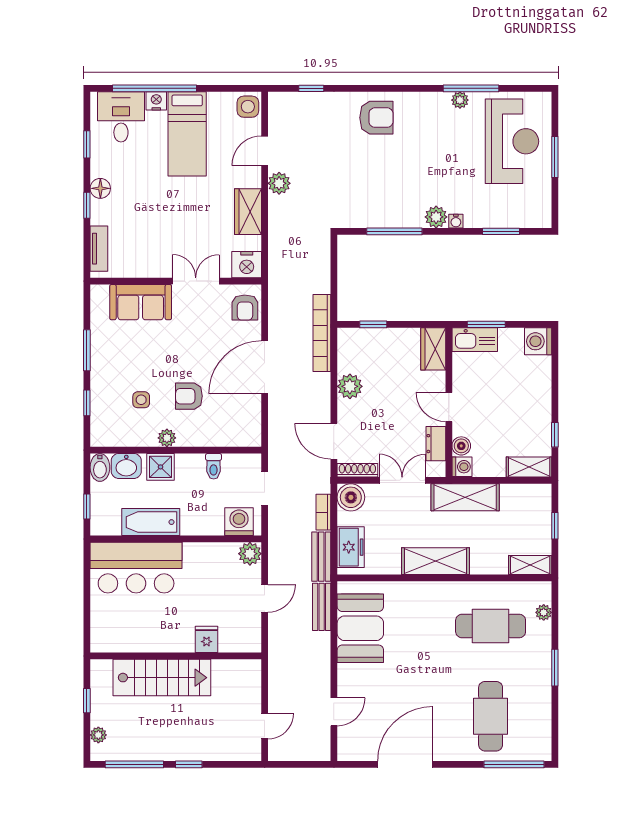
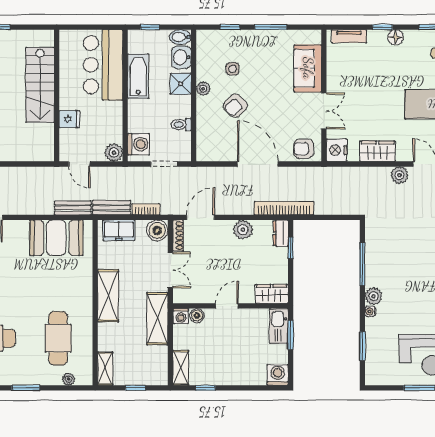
armchair: (189, 396) -> (235, 106), turned -135
dresser: (436, 444) -> (281, 233), moved, turned -90
fridge: (207, 639) -> (69, 119), moved
wall: (176, 656) -> (57, 96), moved
stairs: (162, 678) -> (40, 85), moved

